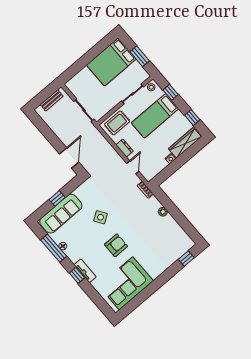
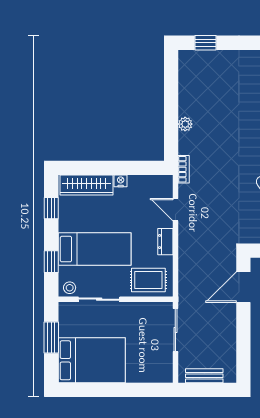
door: (133, 167) -> (175, 210), hinge flipped

